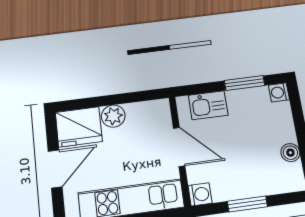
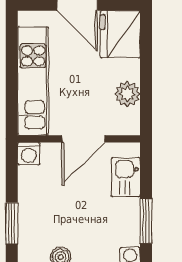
plant: (113, 116) -> (127, 94), moved
window: (247, 204) -> (12, 223), moved

